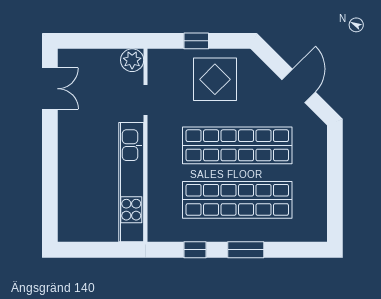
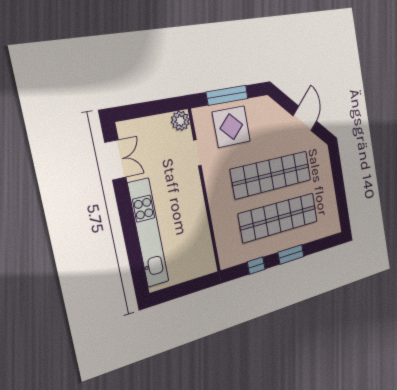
window: (196, 41) -> (227, 95), width x2.17
display table: (215, 79) -> (231, 127), moved
kitchen unit: (131, 182) -> (148, 233), moved, turned 180

